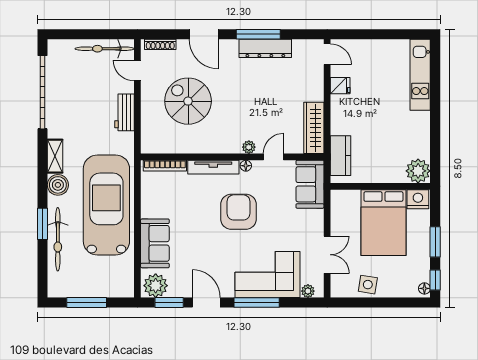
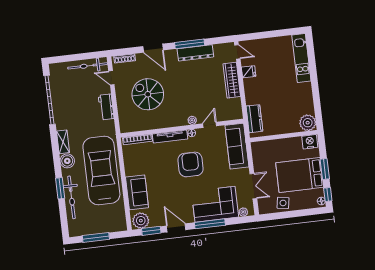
wardrobe: (314, 128) -> (232, 80), moved
sofa: (310, 184) -> (237, 146), width x1.36
bed: (383, 223) -> (300, 175), moved, turned 90

